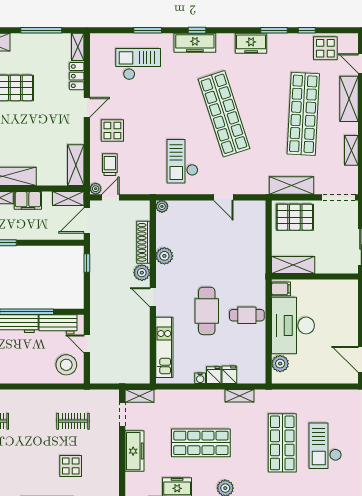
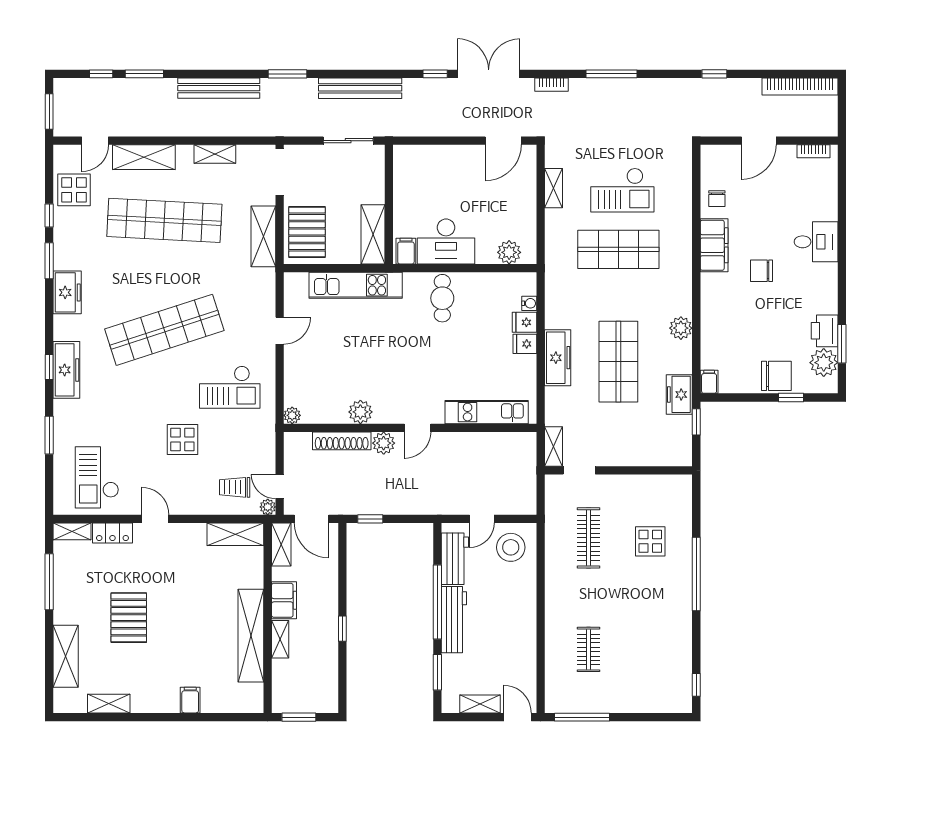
checkout: (138, 64) -> (97, 477), moved
display table: (112, 131) -> (182, 440), moved
kitchen unit: (256, 252) -> (356, 285), added
cafe table: (207, 311) -> (436, 353), removed
desk: (293, 325) -> (446, 241), width x0.73, depth x0.77
water cooler: (200, 378) -> (529, 303), moved
shelving: (240, 396) -> (553, 188), moved
clothes rail: (73, 421) -> (589, 538), width x1.36
freezer: (134, 451) -> (558, 358), moved, turned 90

